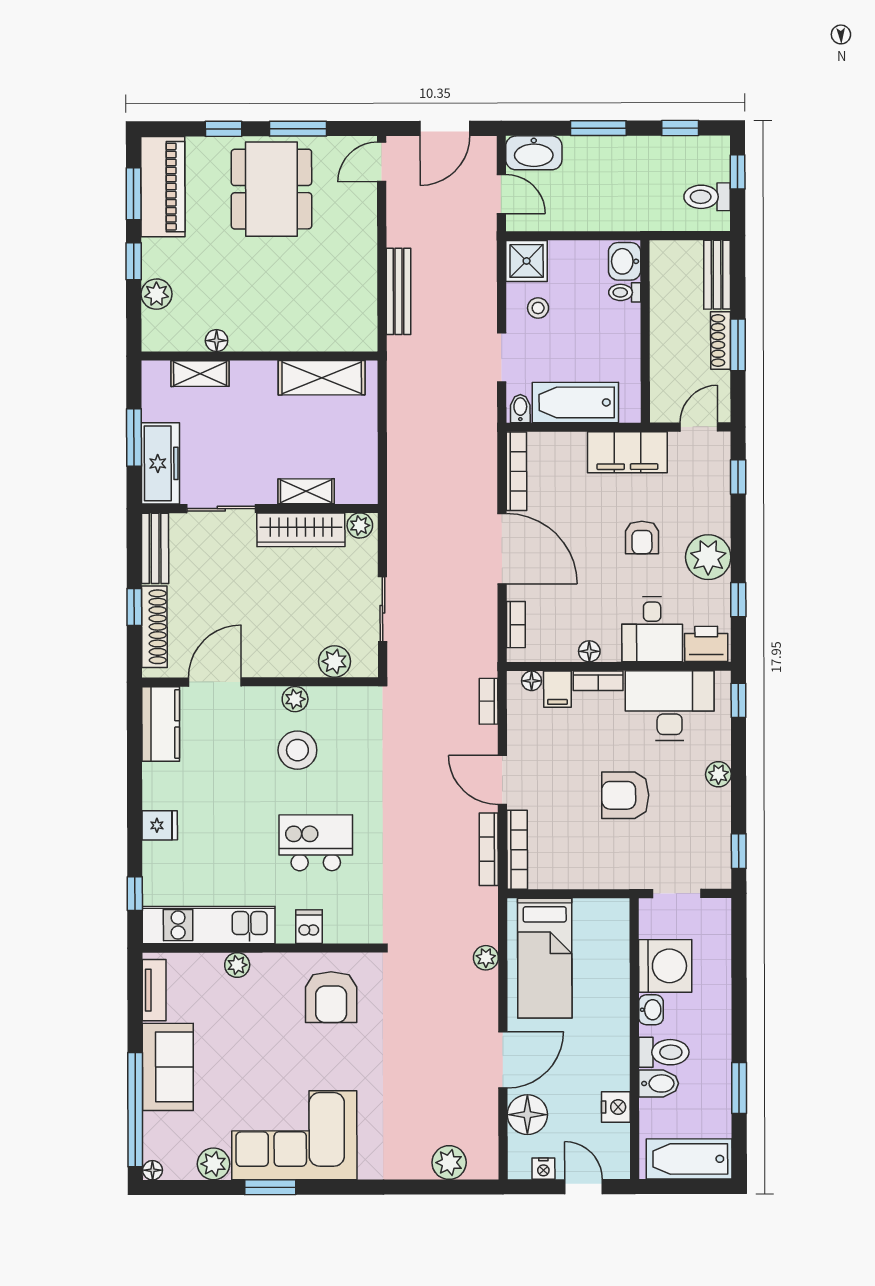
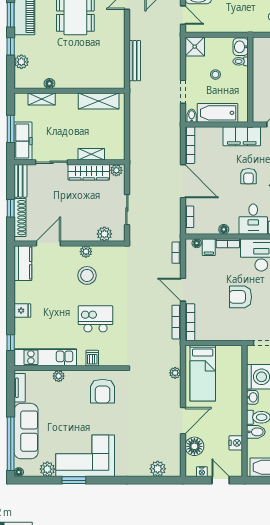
stool: (538, 308) -> (215, 75), moved
sofa: (168, 1067) -> (26, 431), width x1.36

